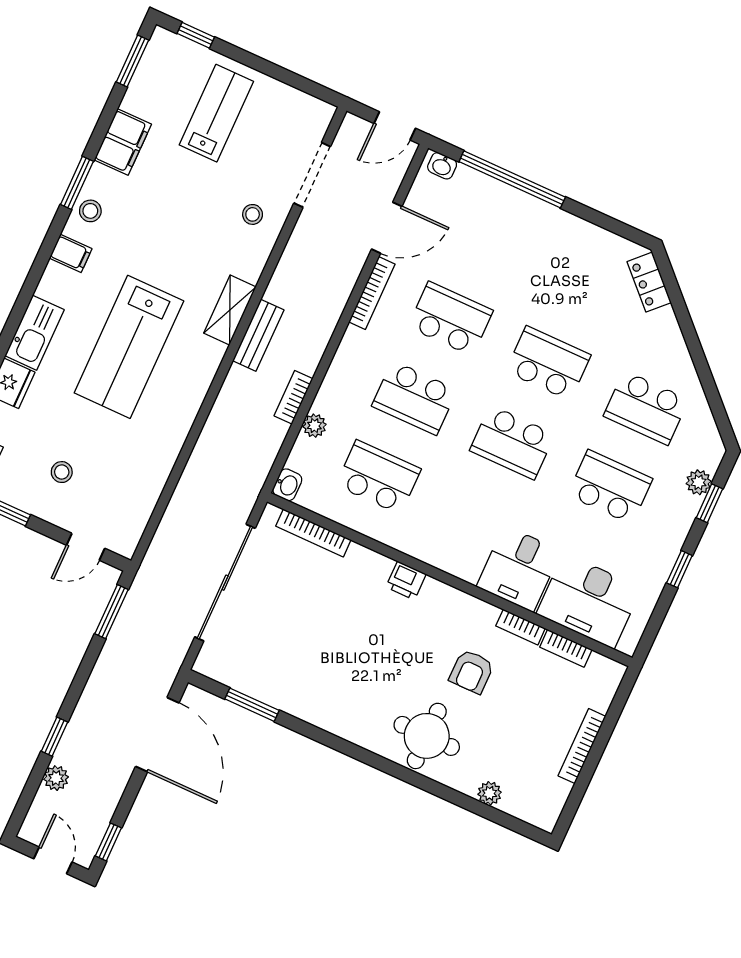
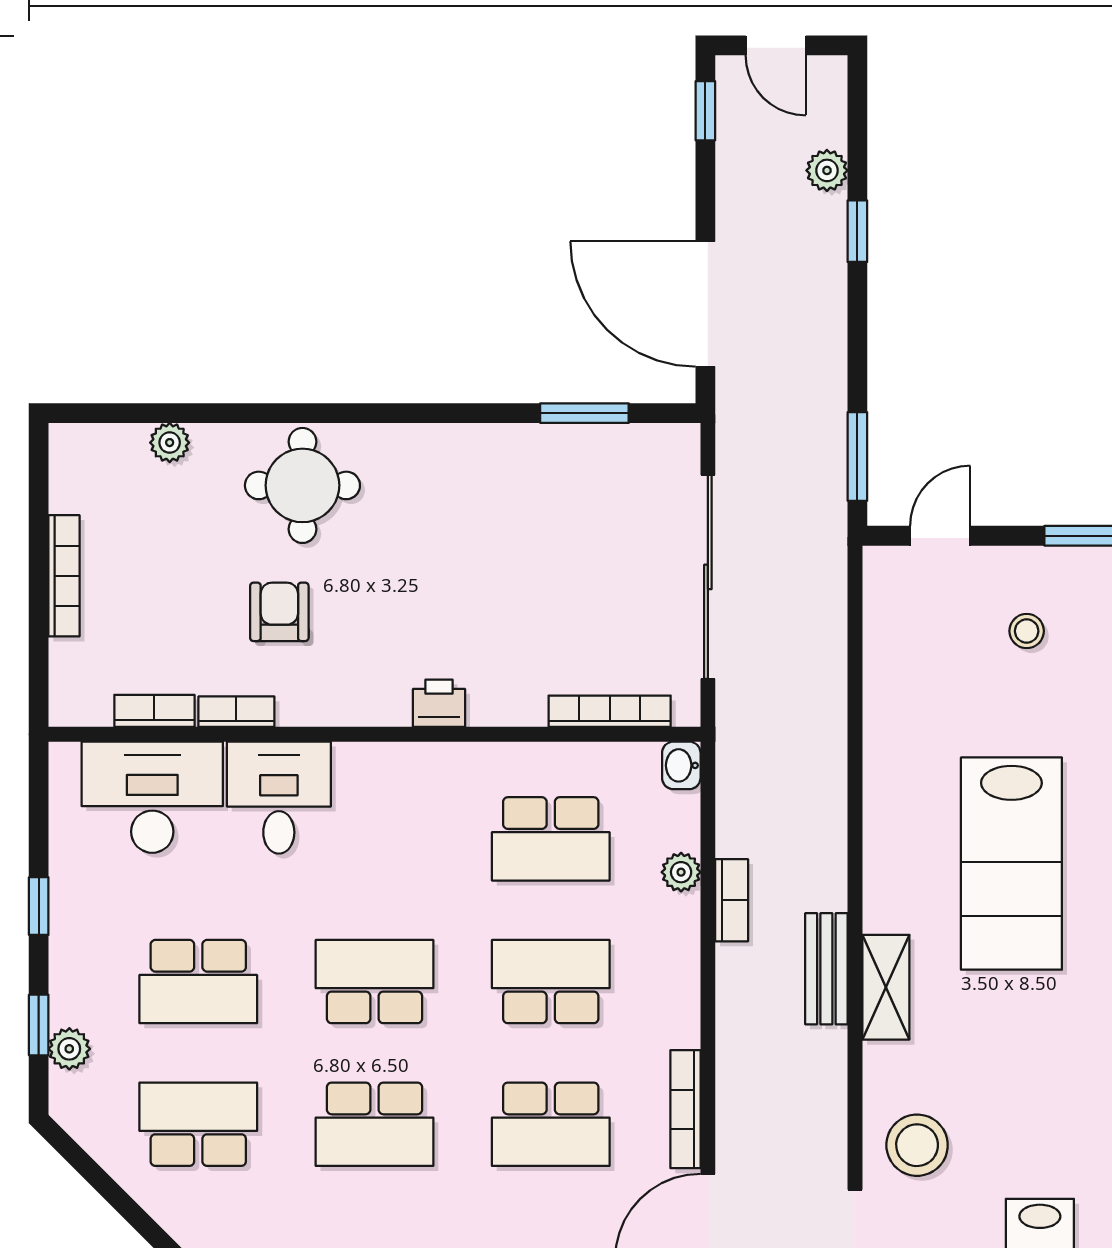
stool: (253, 214) -> (917, 1145), width x1.89, depth x1.89
lab bench: (129, 347) -> (1011, 864), turned 180

